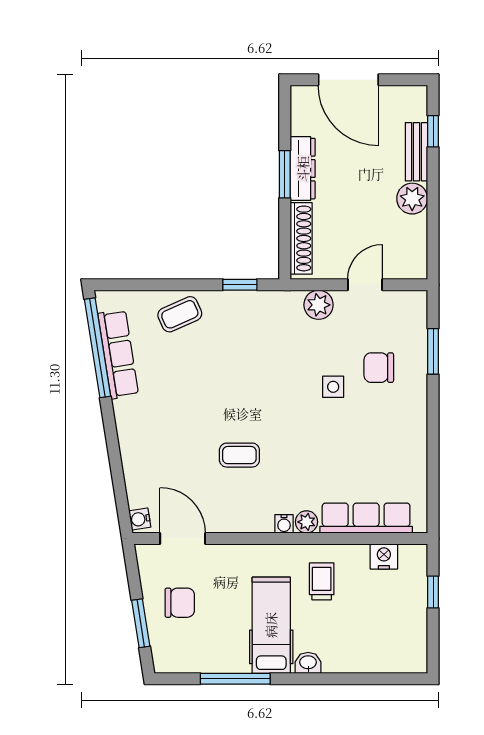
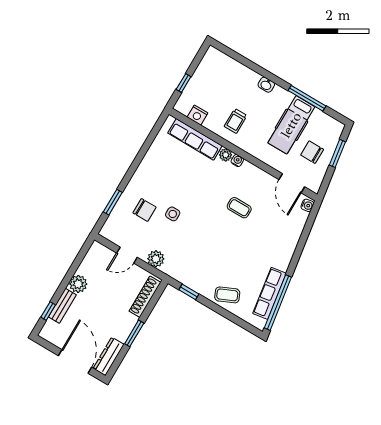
dresser: (303, 169) -> (109, 356), moved
hospital bed: (271, 625) -> (291, 125), moved

